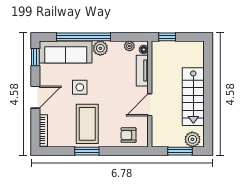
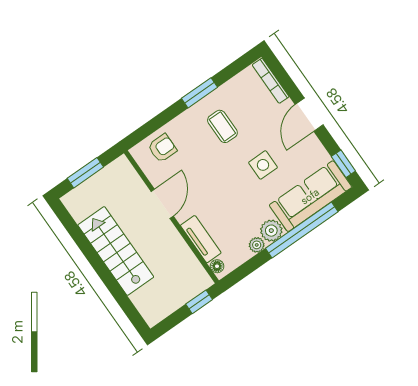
plant: (129, 46) -> (257, 245), moved
coffee table: (87, 124) -> (222, 126), width x0.54, depth x0.58
plant: (192, 139) -> (80, 198), removed

